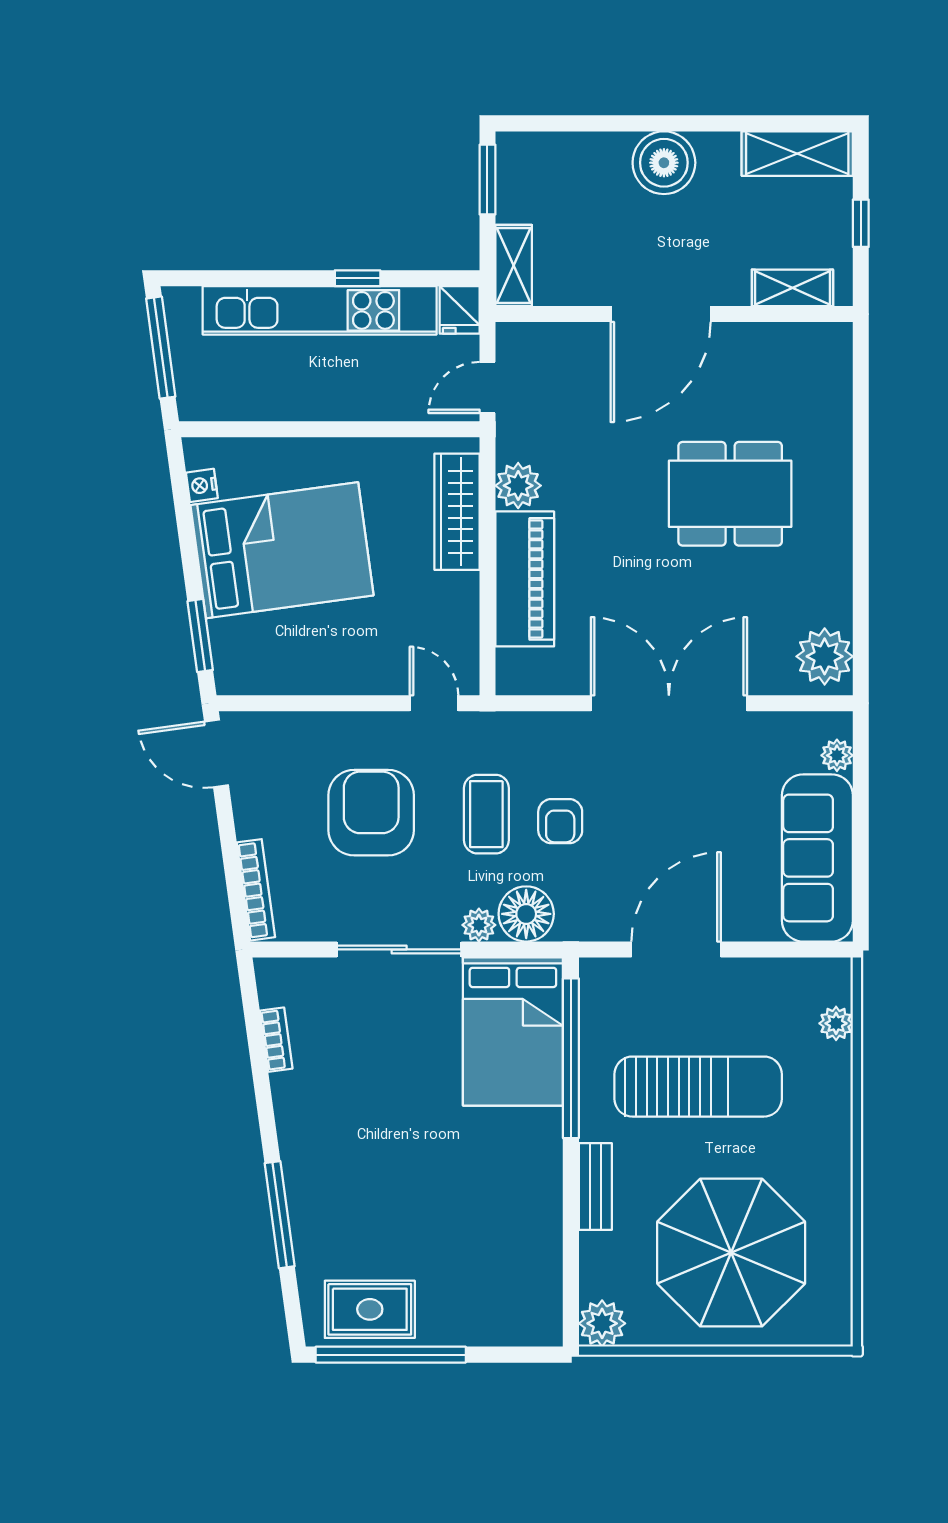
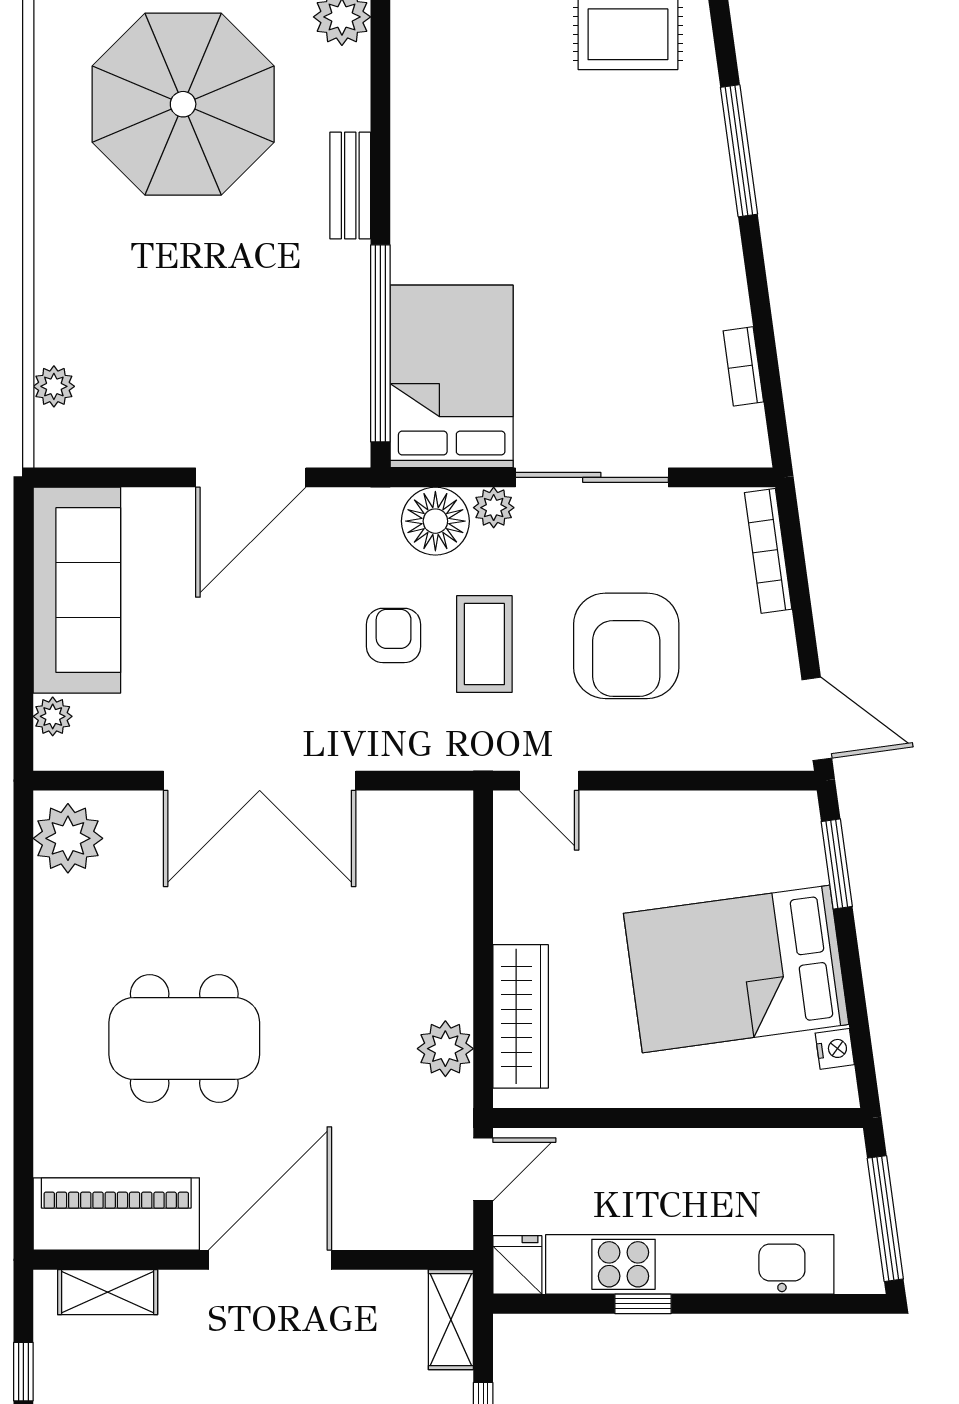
piano: (525, 579) -> (116, 1214), moved, turned 90
sun lounger: (698, 1087) -> (224, 309), removed

